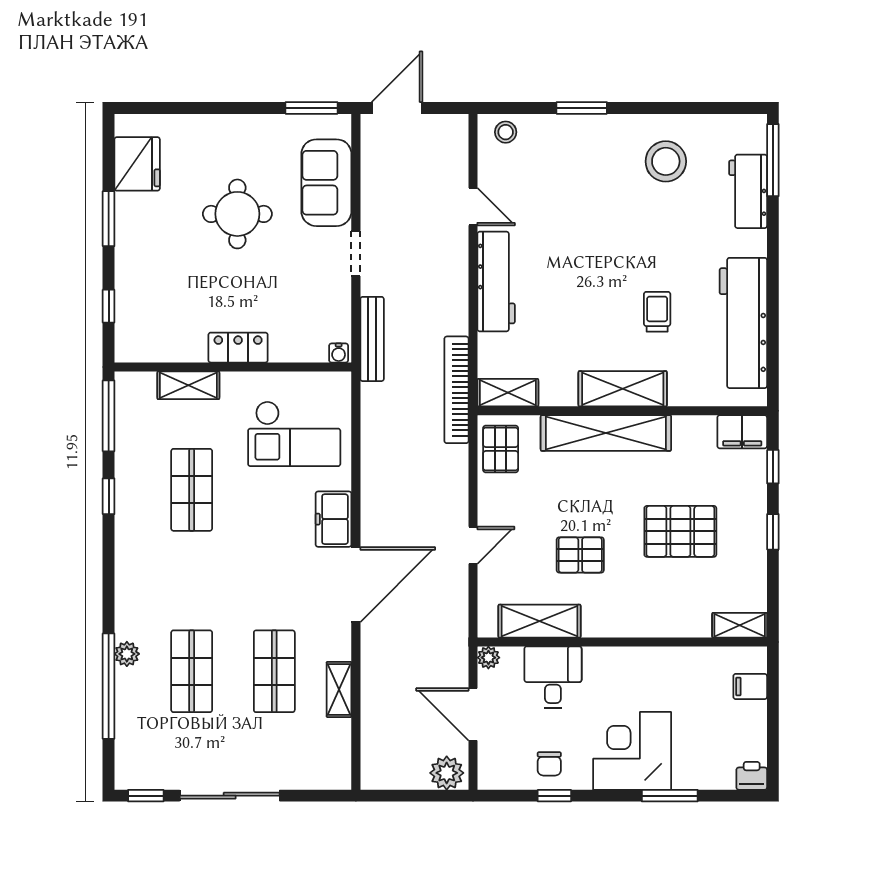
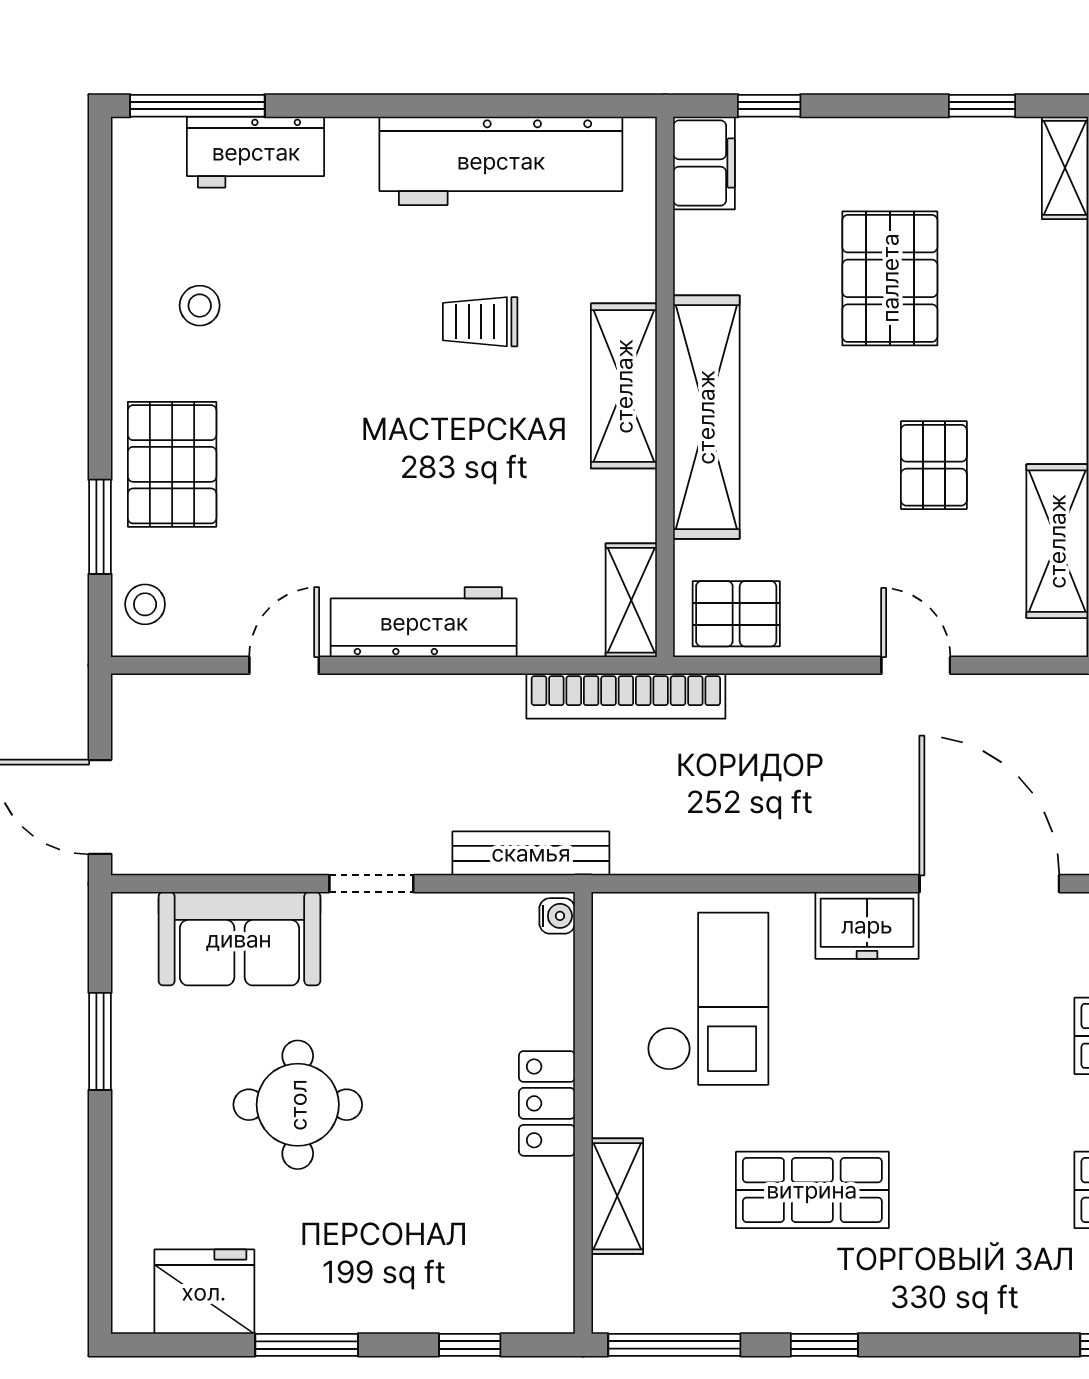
window: (311, 108) -> (100, 1041), moved
window: (582, 108) -> (100, 527), moved
pallet: (581, 147) -> (172, 464), added
stool: (666, 161) -> (200, 306), width x0.53, depth x0.53
window: (773, 532) -> (982, 106), moved

